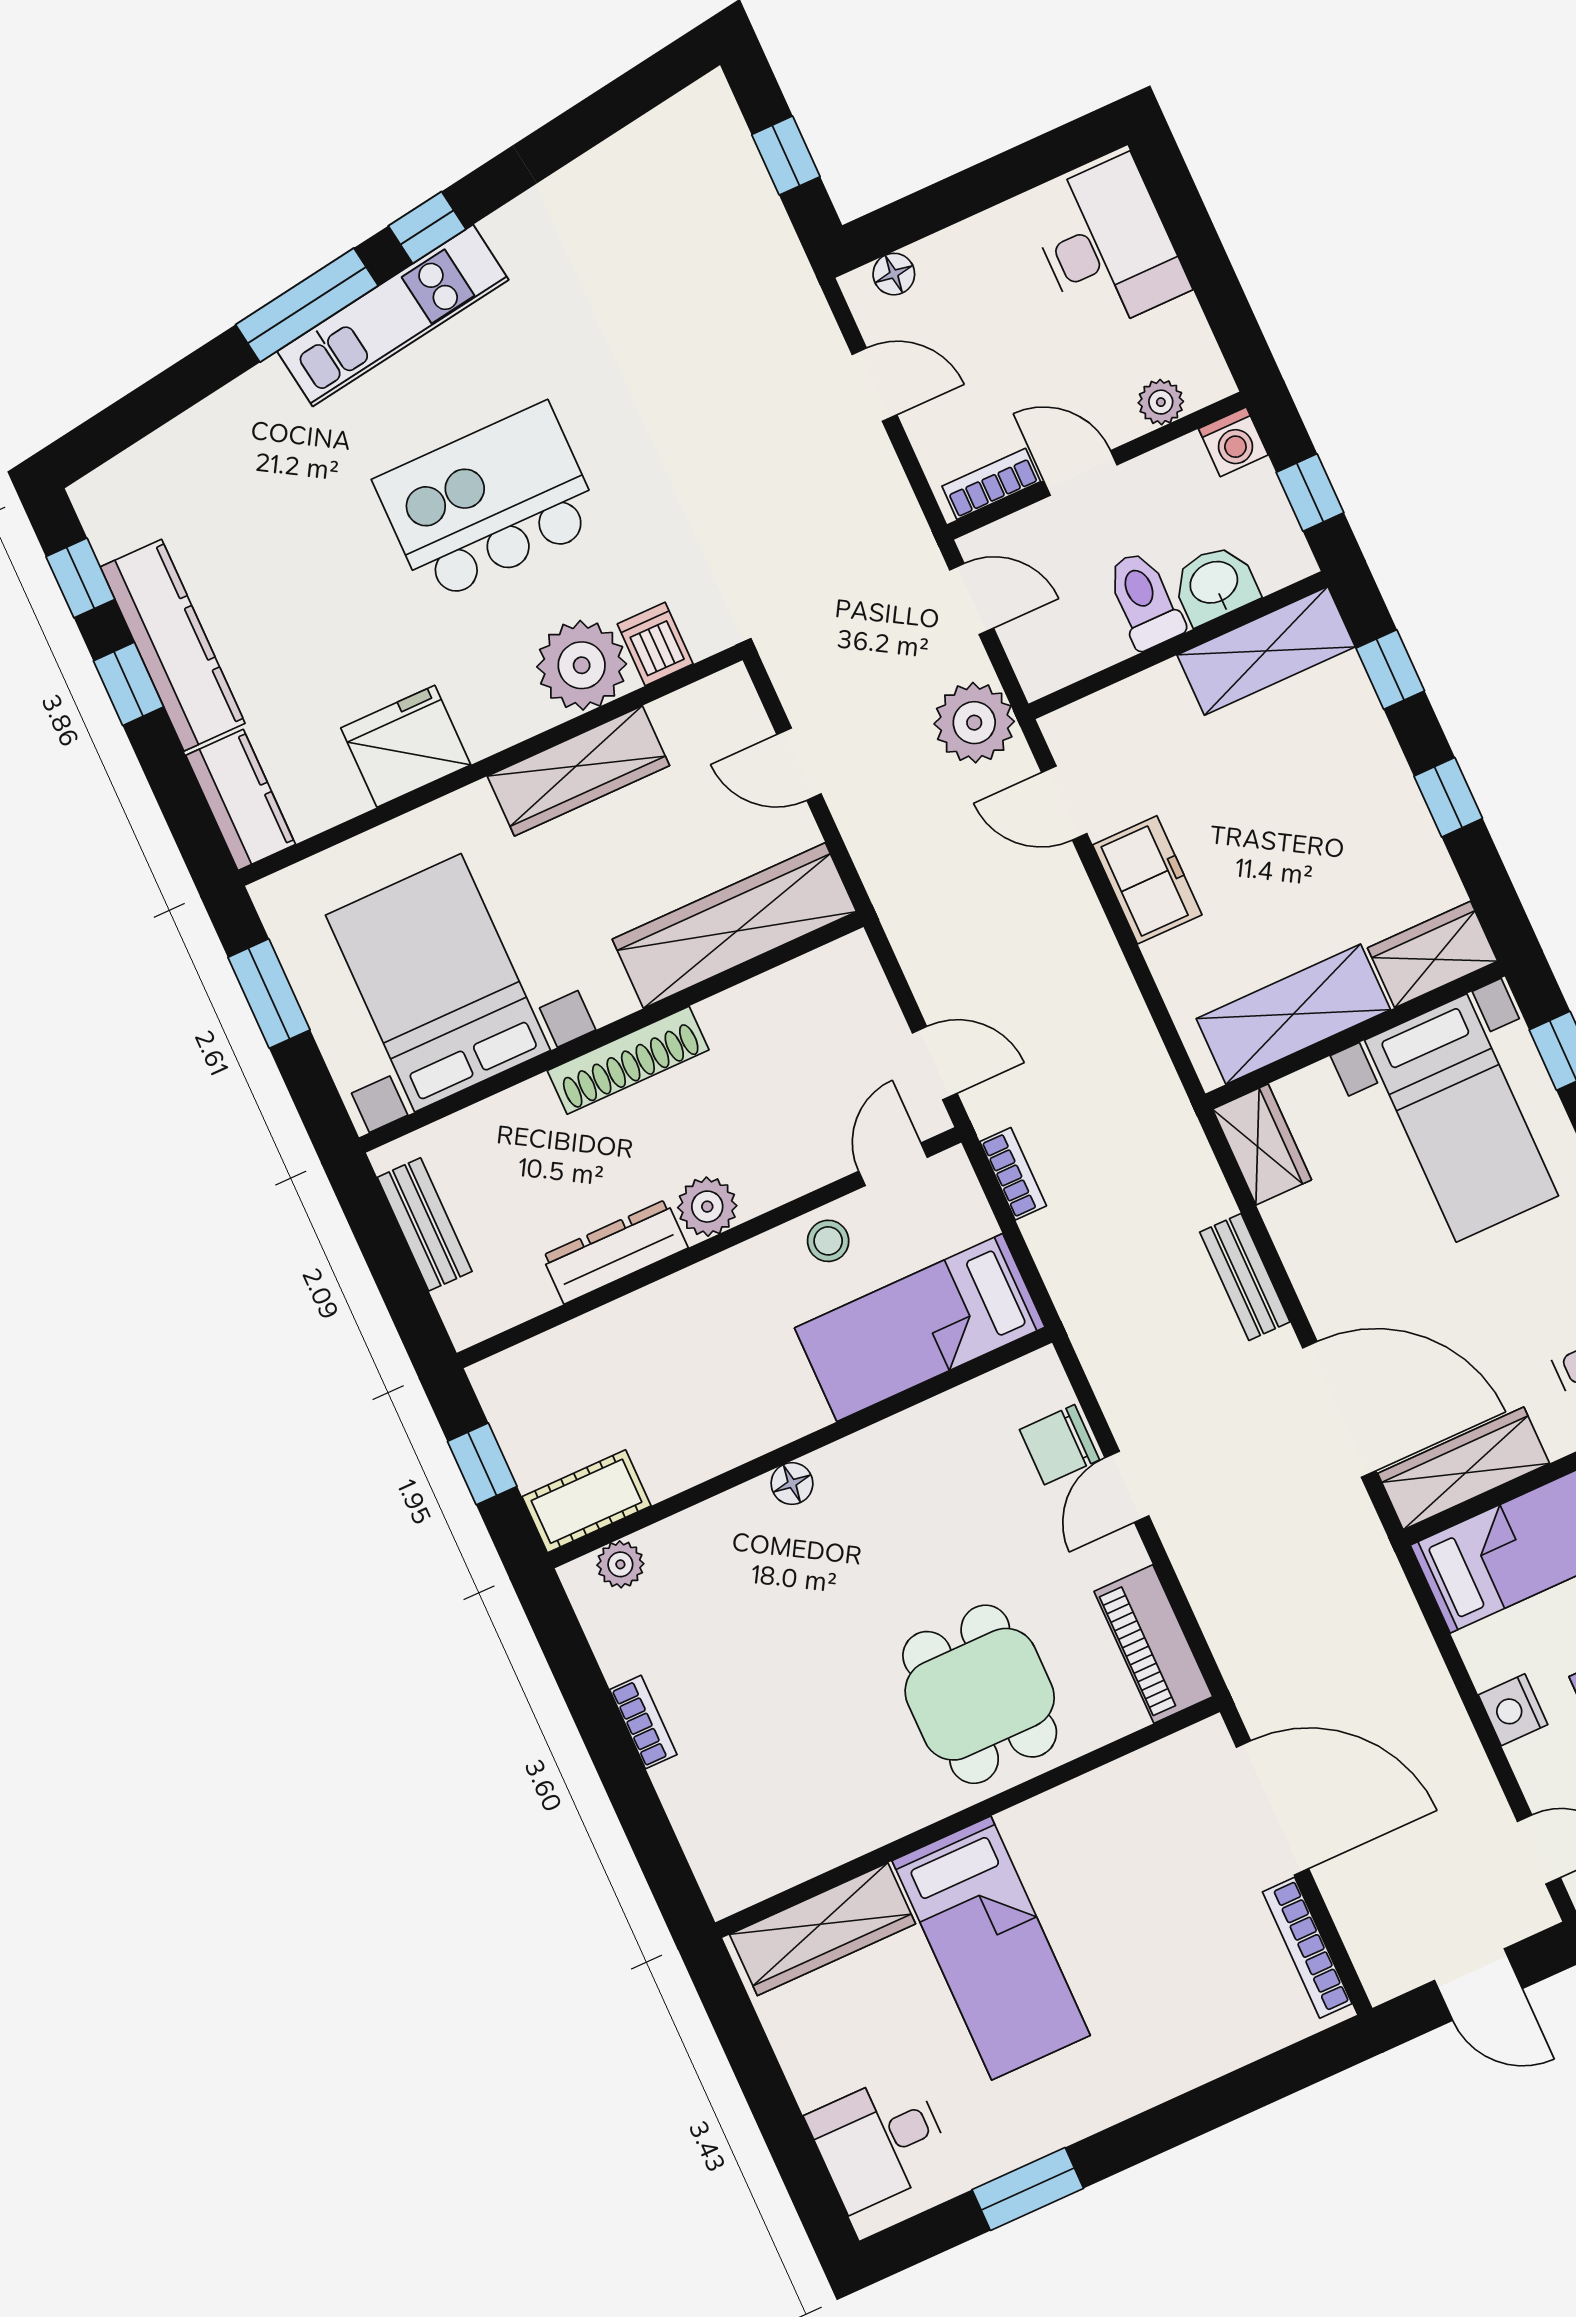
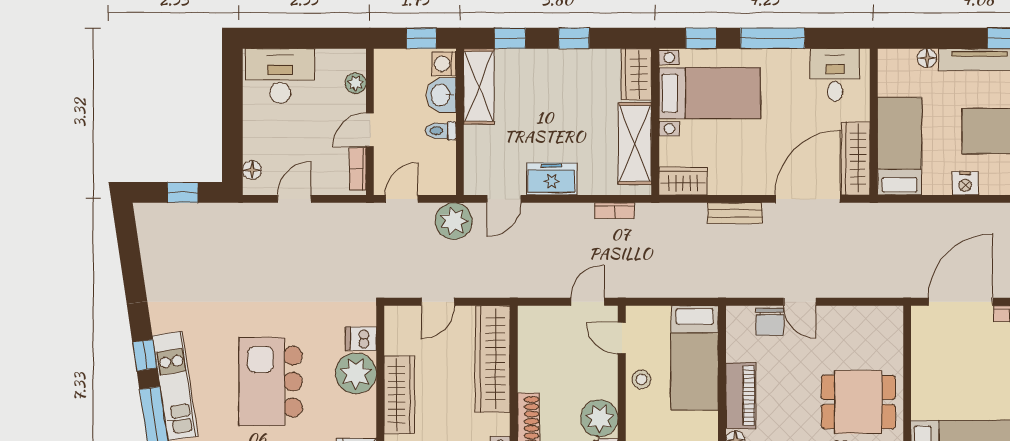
washing machine: (1233, 442) -> (444, 64), moved, turned 180
toilet: (1144, 600) -> (441, 131), width x0.73, depth x0.72
bookcase: (1013, 1174) -> (615, 211), moved, turned 180
plant: (707, 1207) -> (599, 418), width x1.36, depth x1.36
piano: (1153, 1644) -> (741, 396), moved, turned -90

